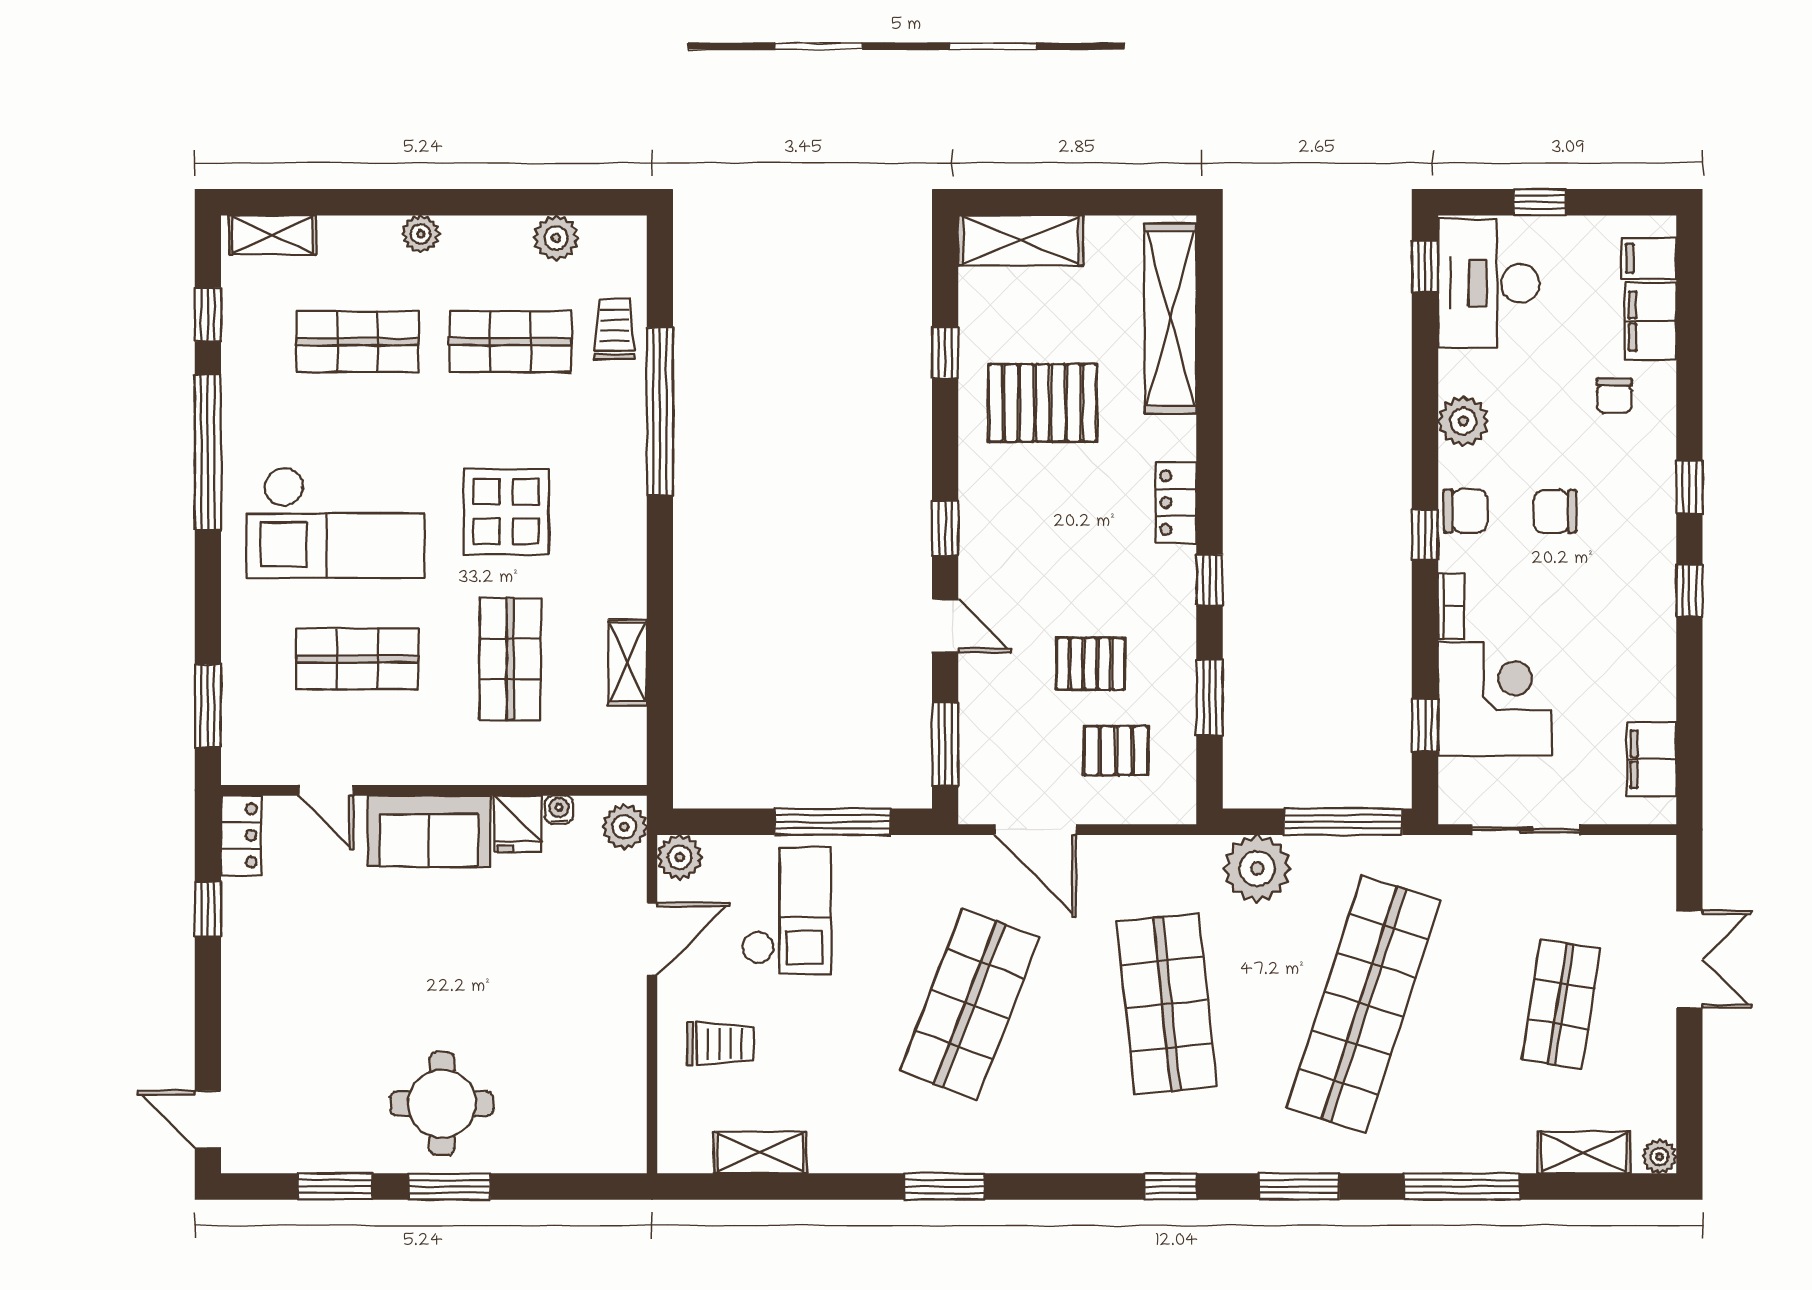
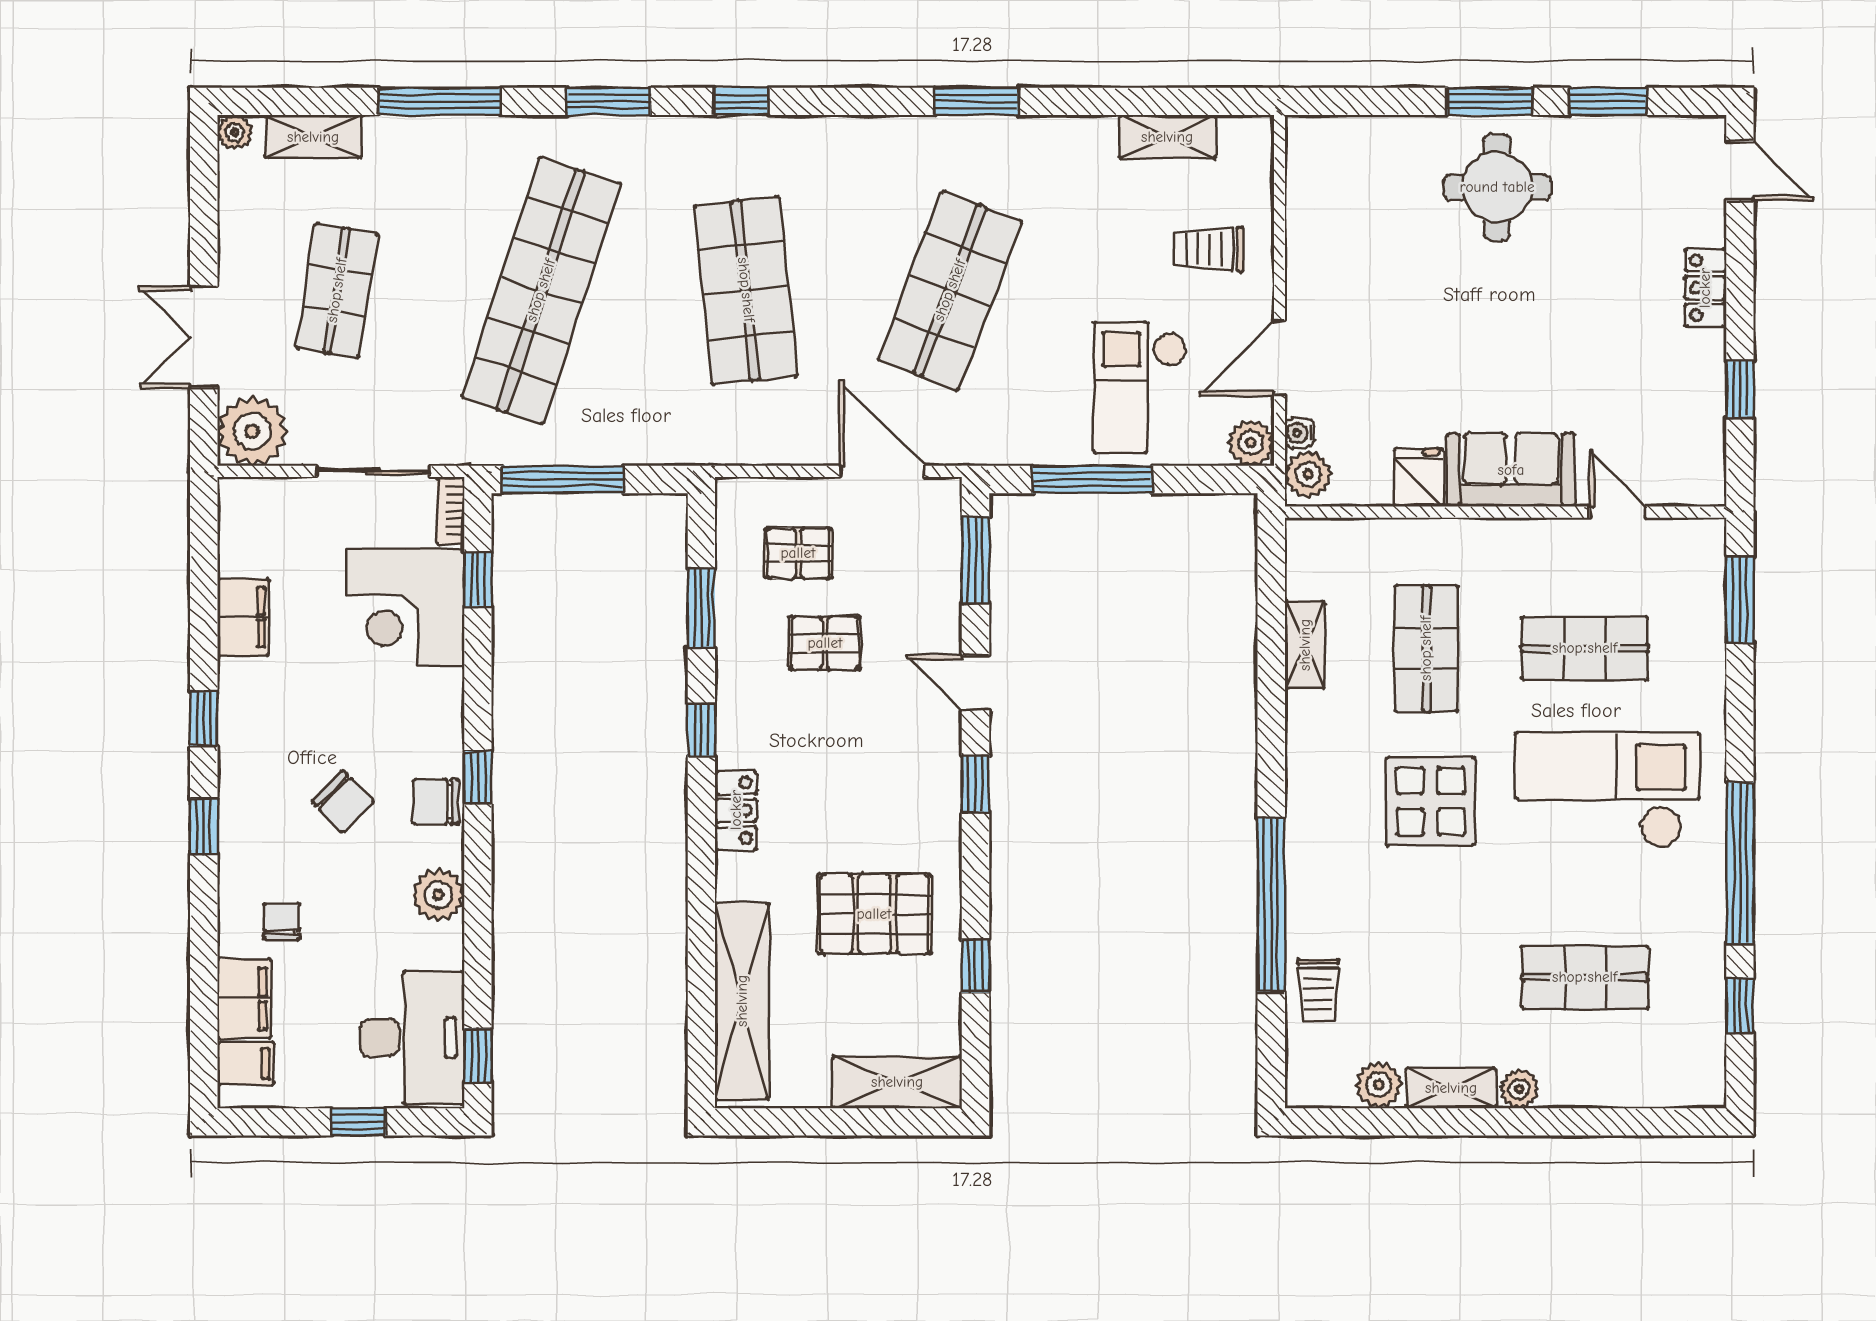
shelving: (273, 235) -> (1451, 1088), moved
shop shelf: (510, 342) -> (1426, 977), removed
chair: (1555, 511) -> (343, 801), turned 45
bookcase: (1451, 606) -> (451, 511), moved
filing cabinet: (1652, 759) -> (243, 617), moved
water cooler: (559, 810) -> (1299, 433), moved, turned 90
locker: (241, 835) -> (1705, 288), moved
plant: (1257, 869) -> (252, 431), moved

